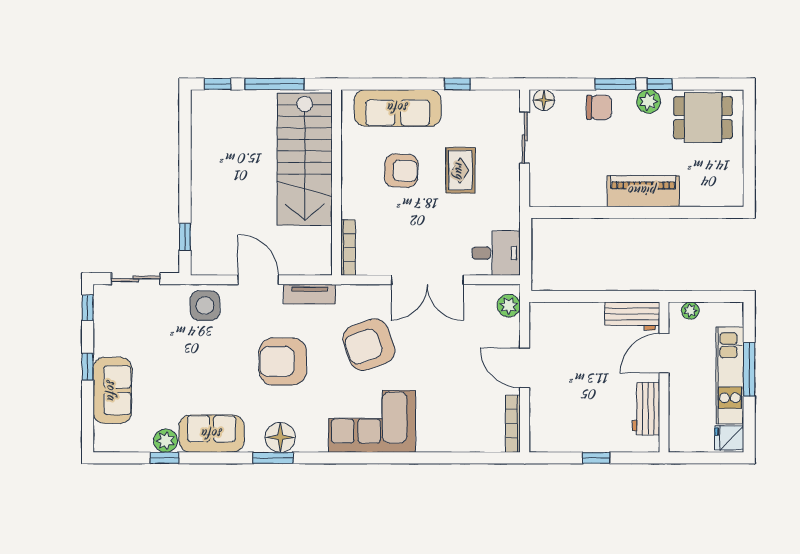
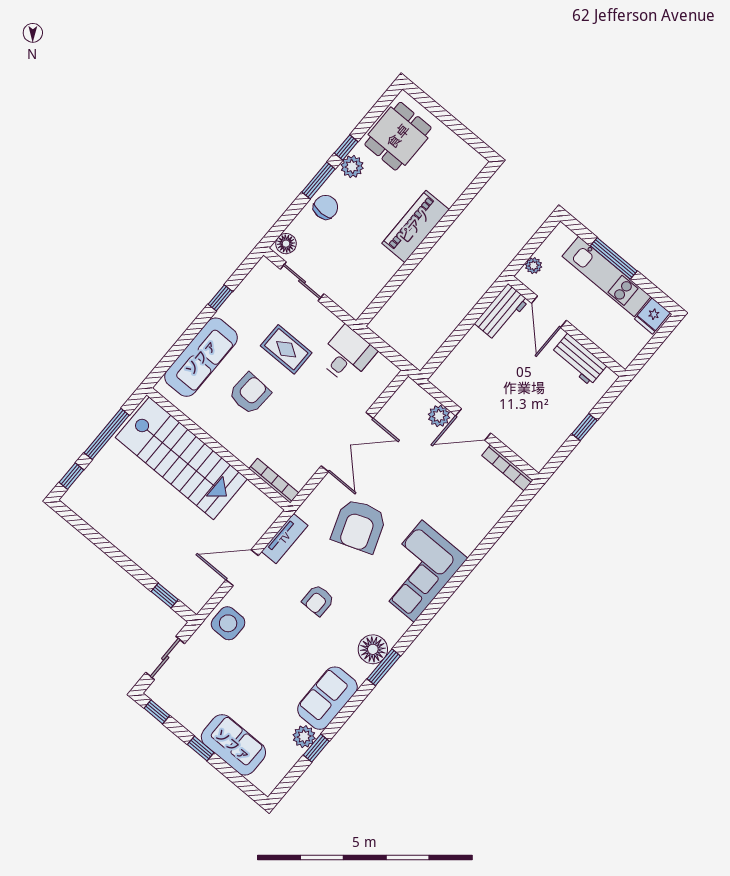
desk: (496, 253) -> (347, 355), moved
plant: (509, 306) -> (439, 416), moved
armchair: (283, 361) -> (318, 600), width x0.53, depth x0.53

